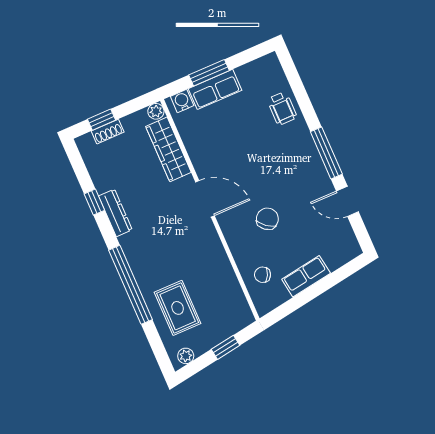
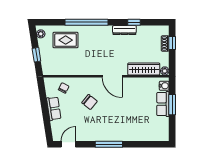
wheelchair: (282, 108) -> (140, 132), removed
door: (205, 199) -> (112, 76), hinge flipped
door: (347, 201) -> (68, 144), moved

